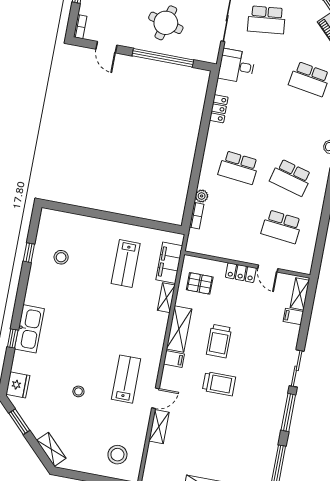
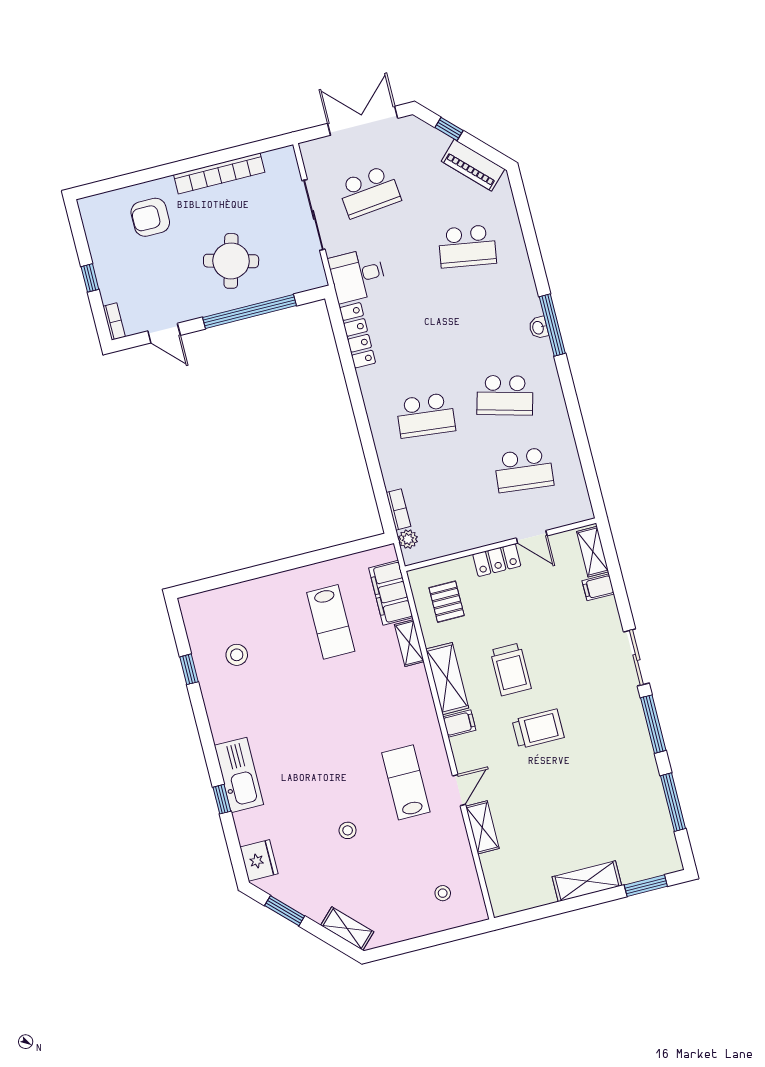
locker: (219, 109) -> (358, 335), width x1.53
plant: (202, 196) -> (408, 539), moved
pallet: (200, 283) -> (447, 602), turned 90
stool: (117, 455) -> (443, 893), width x0.53, depth x0.53

